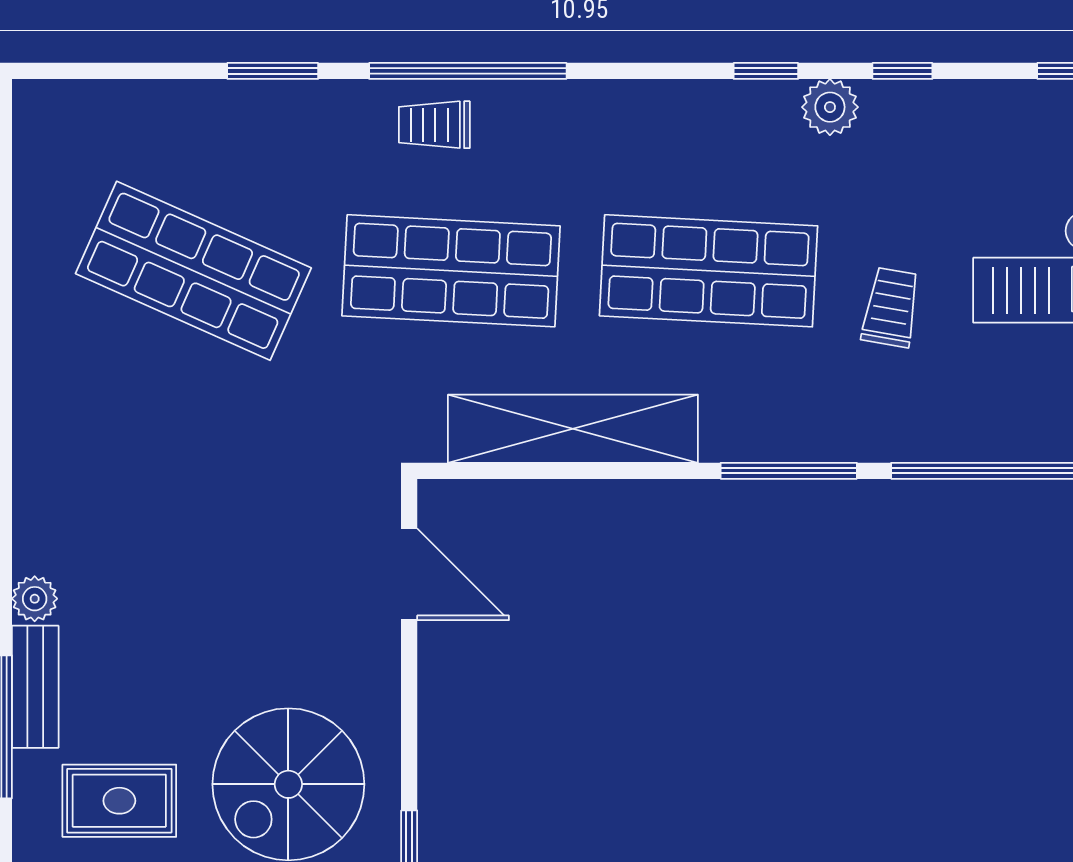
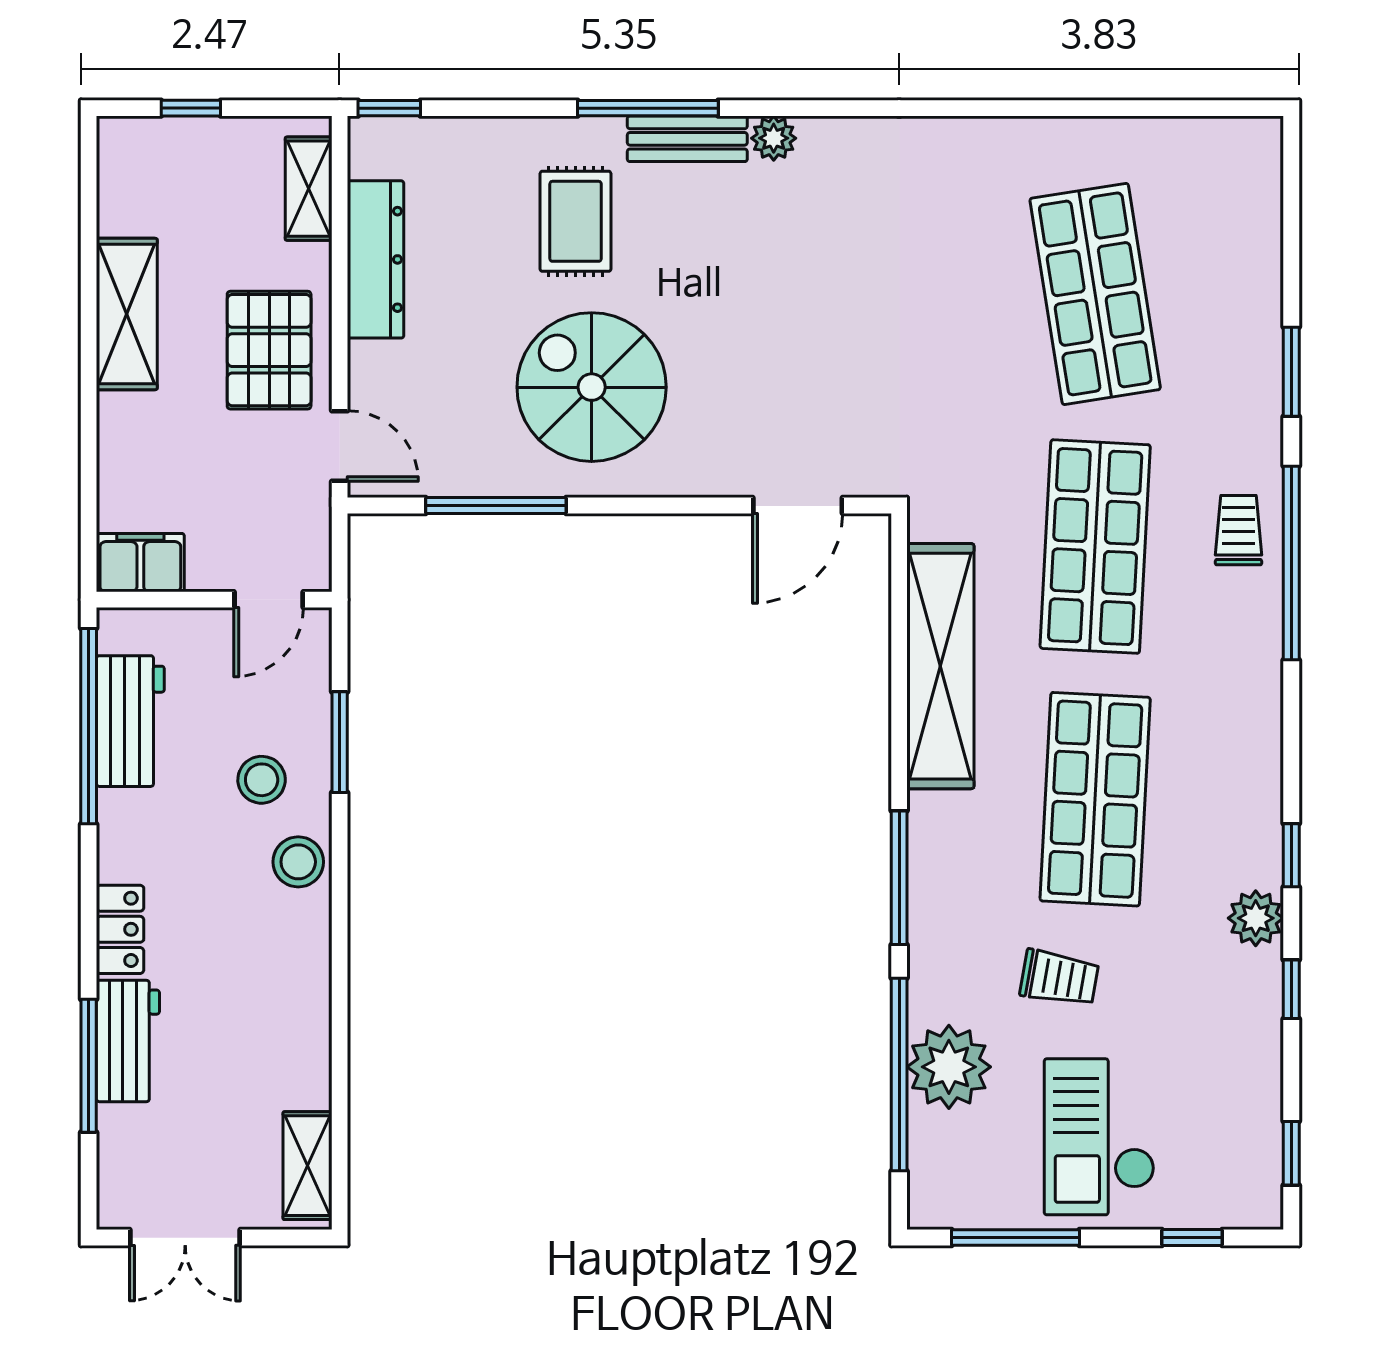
shop shelf: (193, 271) -> (1095, 294), turned -33
plant: (982, 420) -> (949, 1067), added

